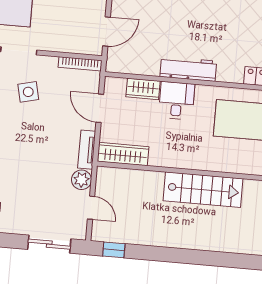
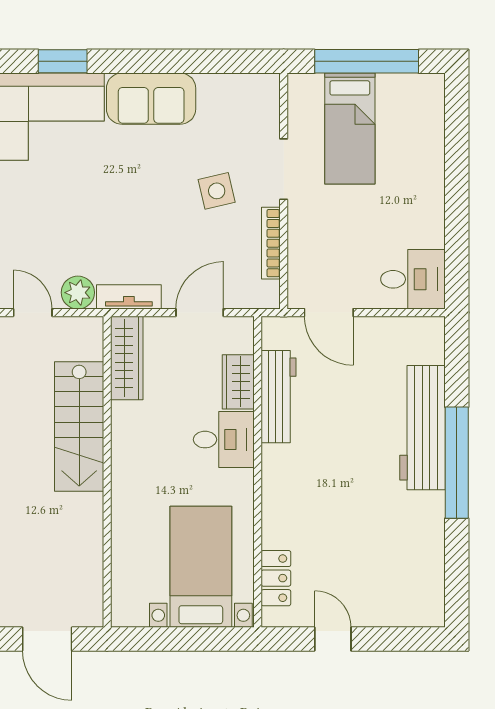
bookcase: (80, 64) -> (271, 243), moved
workbench: (188, 69) -> (278, 397), moved
stairs: (203, 190) -> (79, 426), moved
door: (91, 208) -> (33, 313), swing flipped

